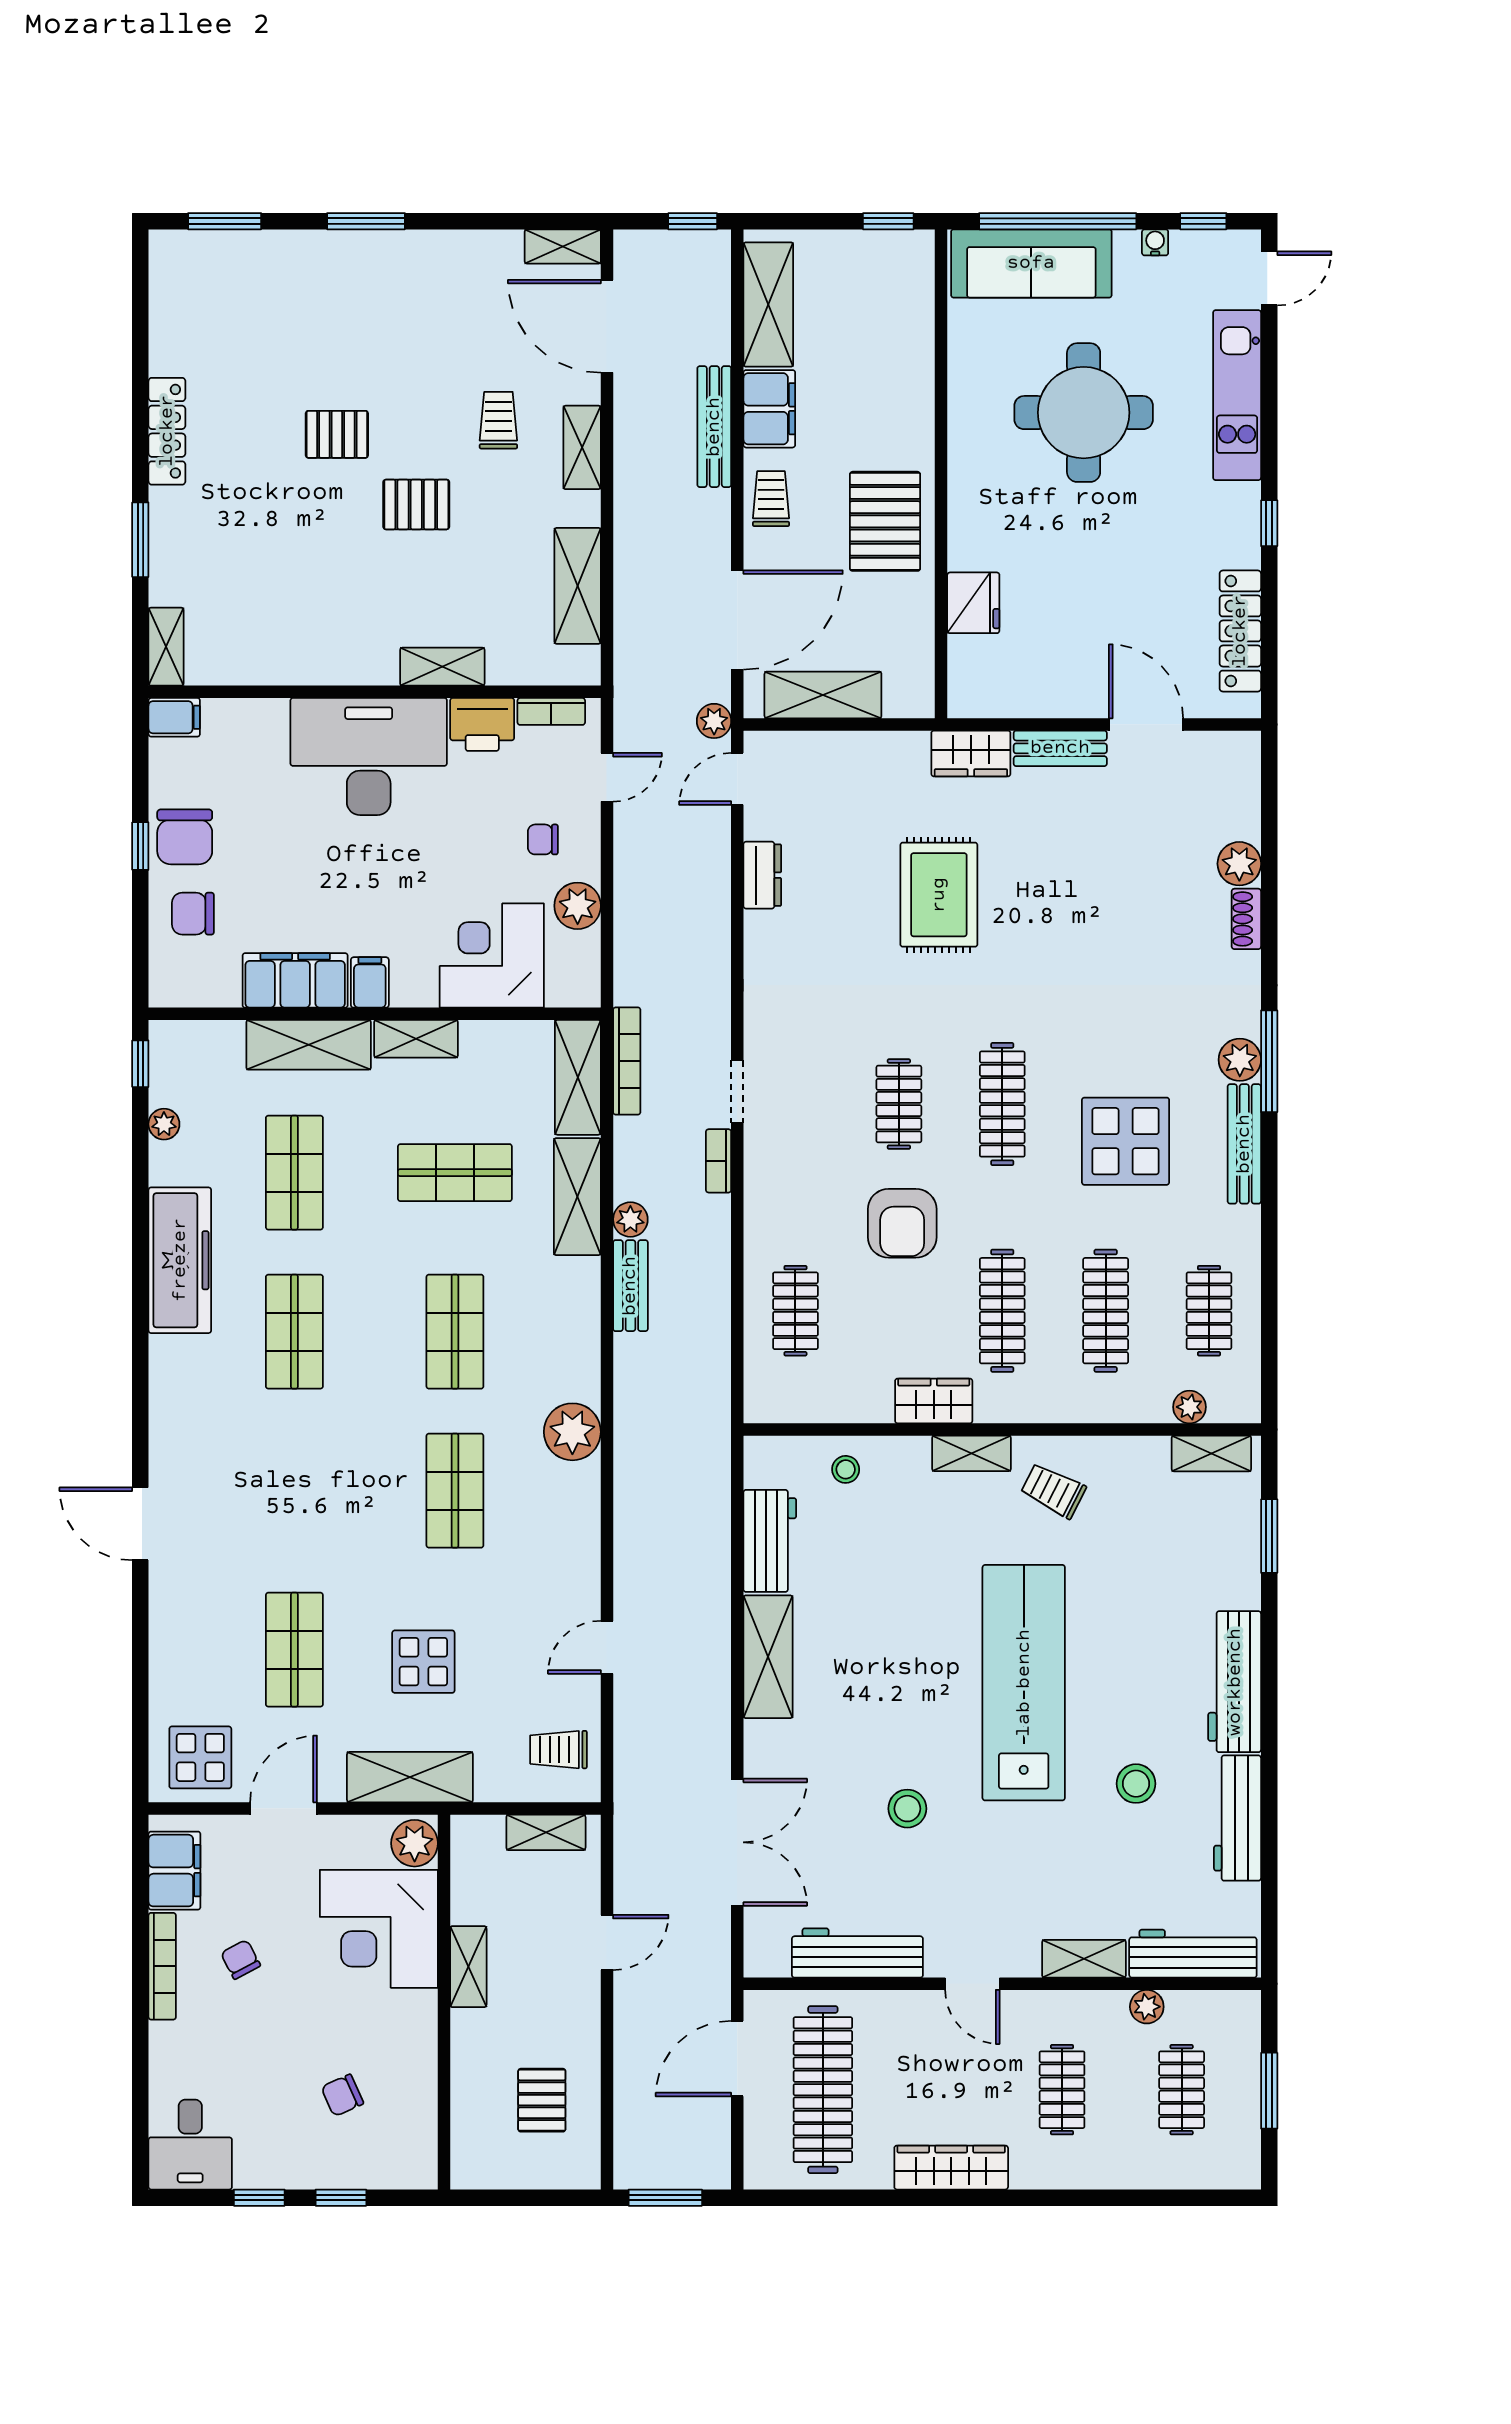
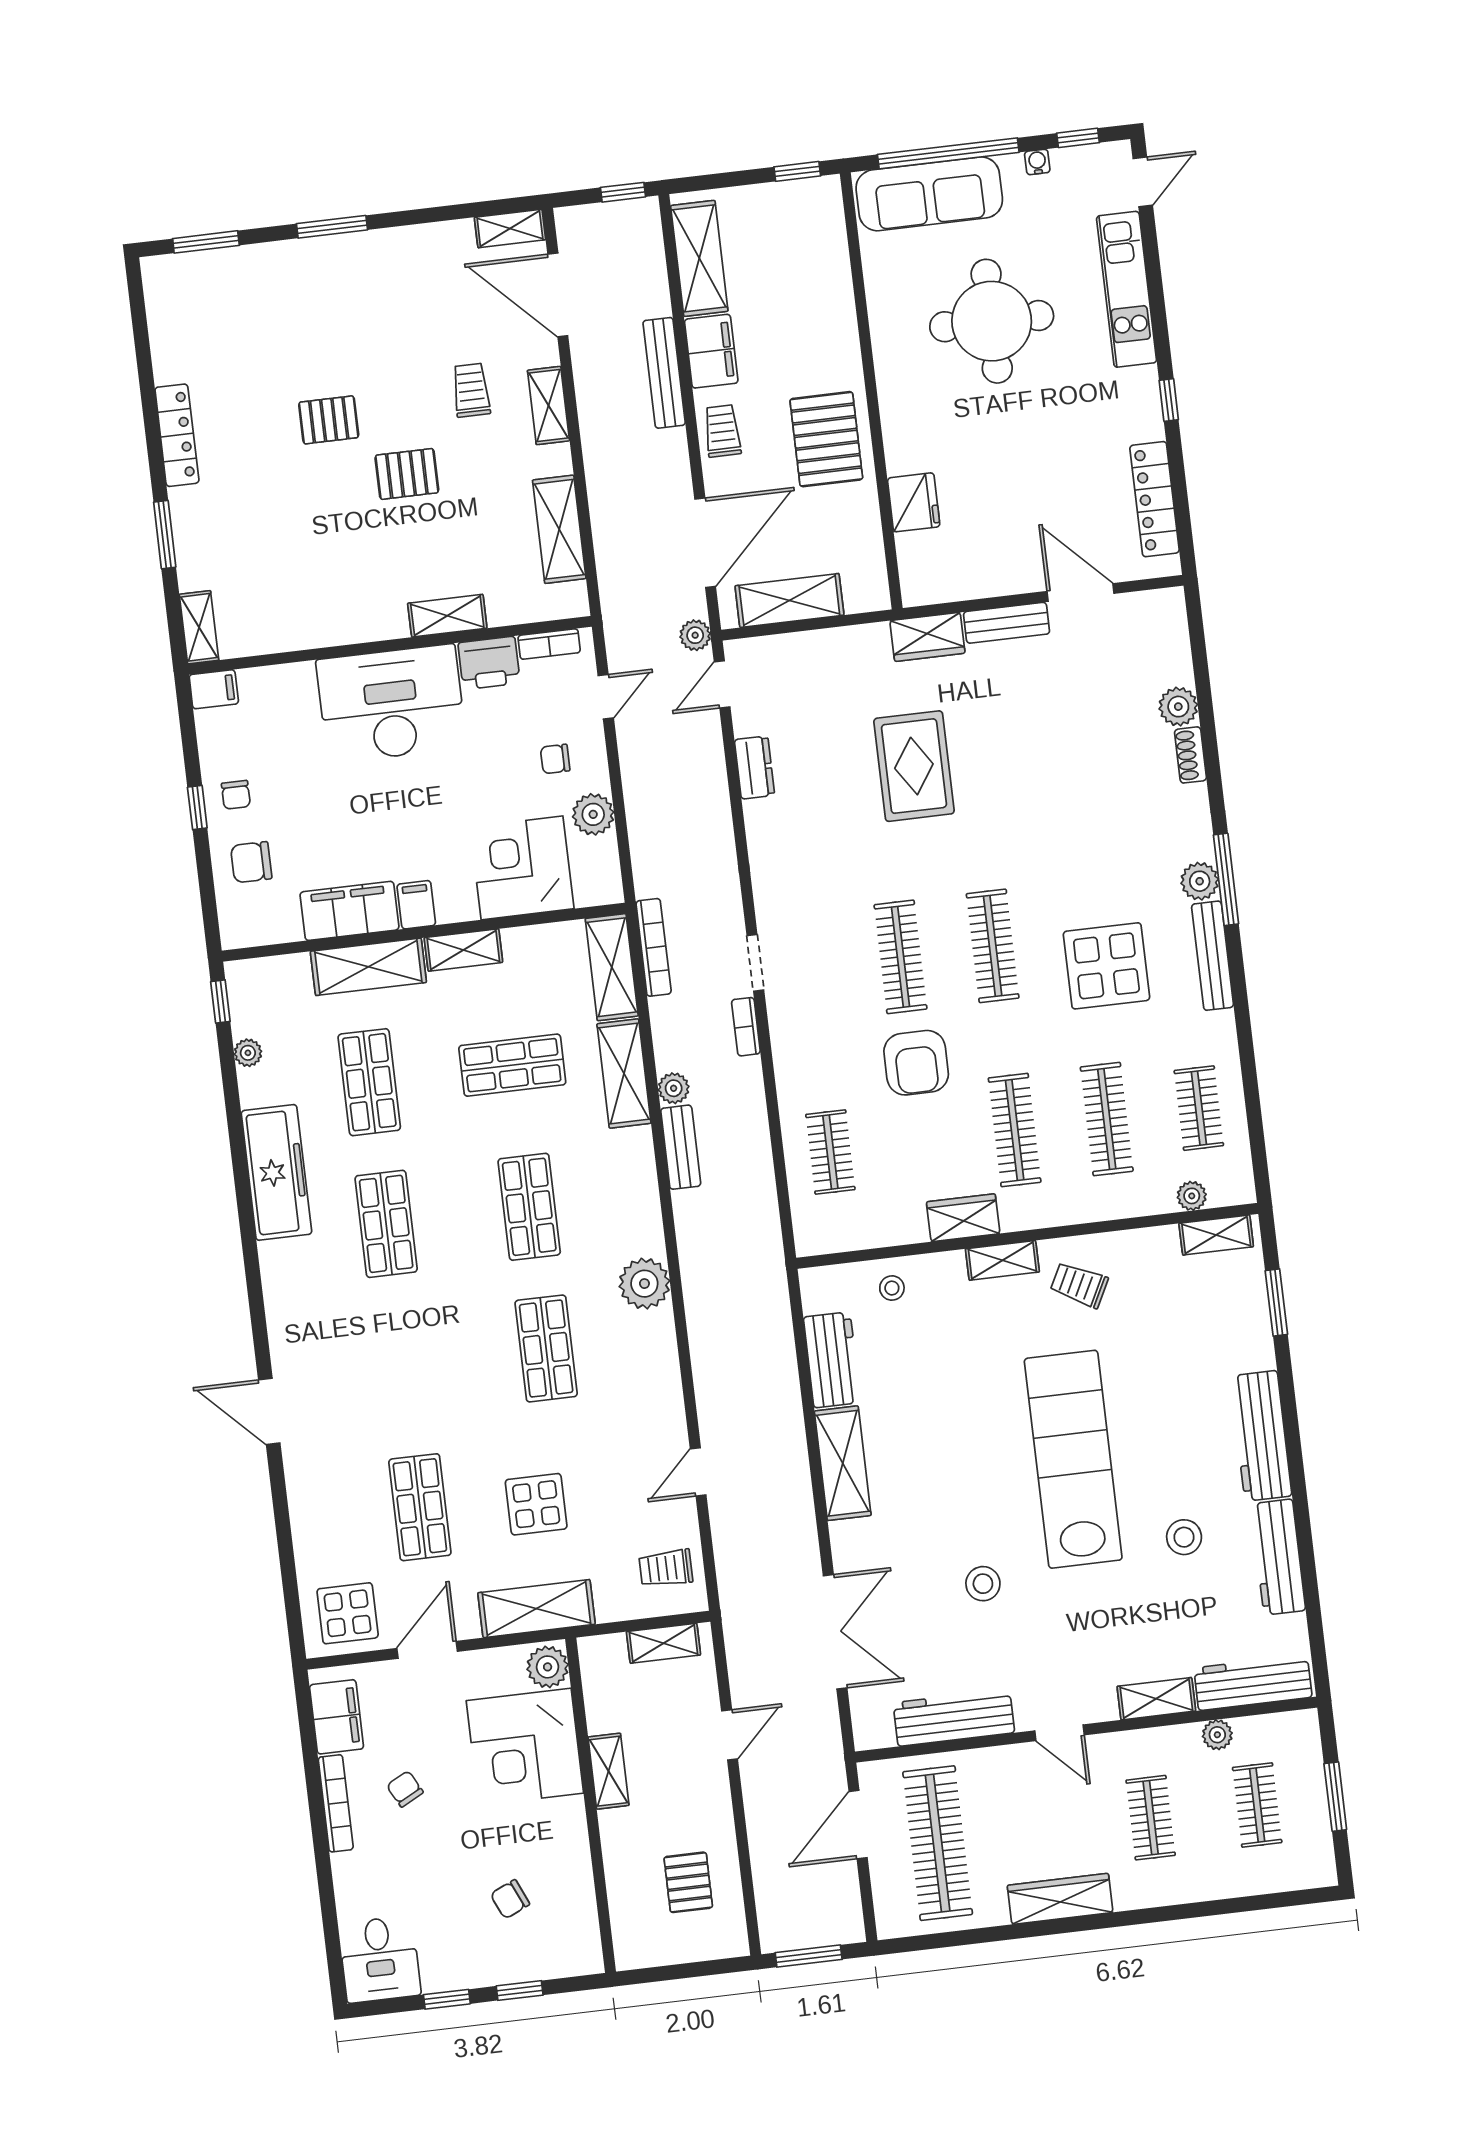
chair: (185, 837) -> (236, 795), width x0.54, depth x0.54
clothes rail: (899, 1104) -> (901, 957), width x1.36

